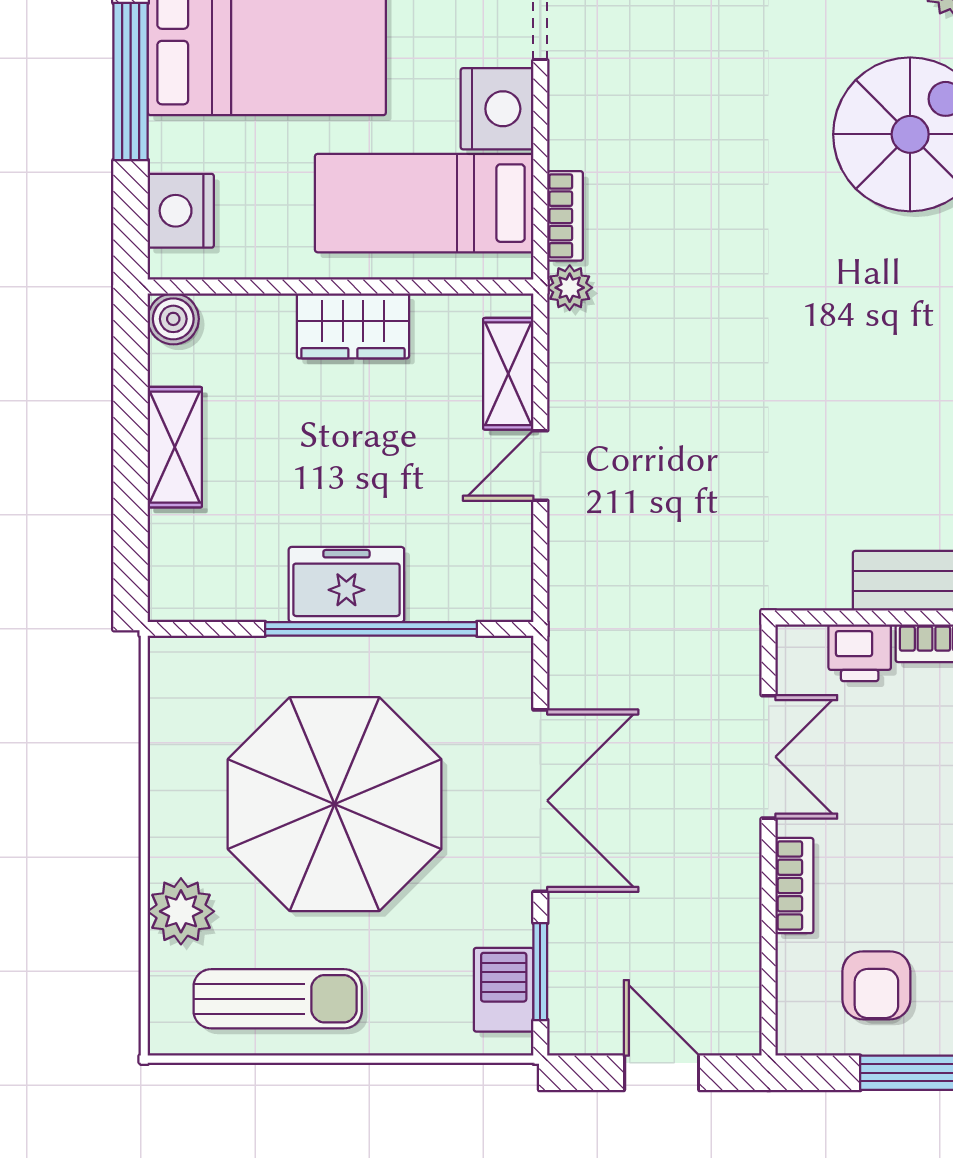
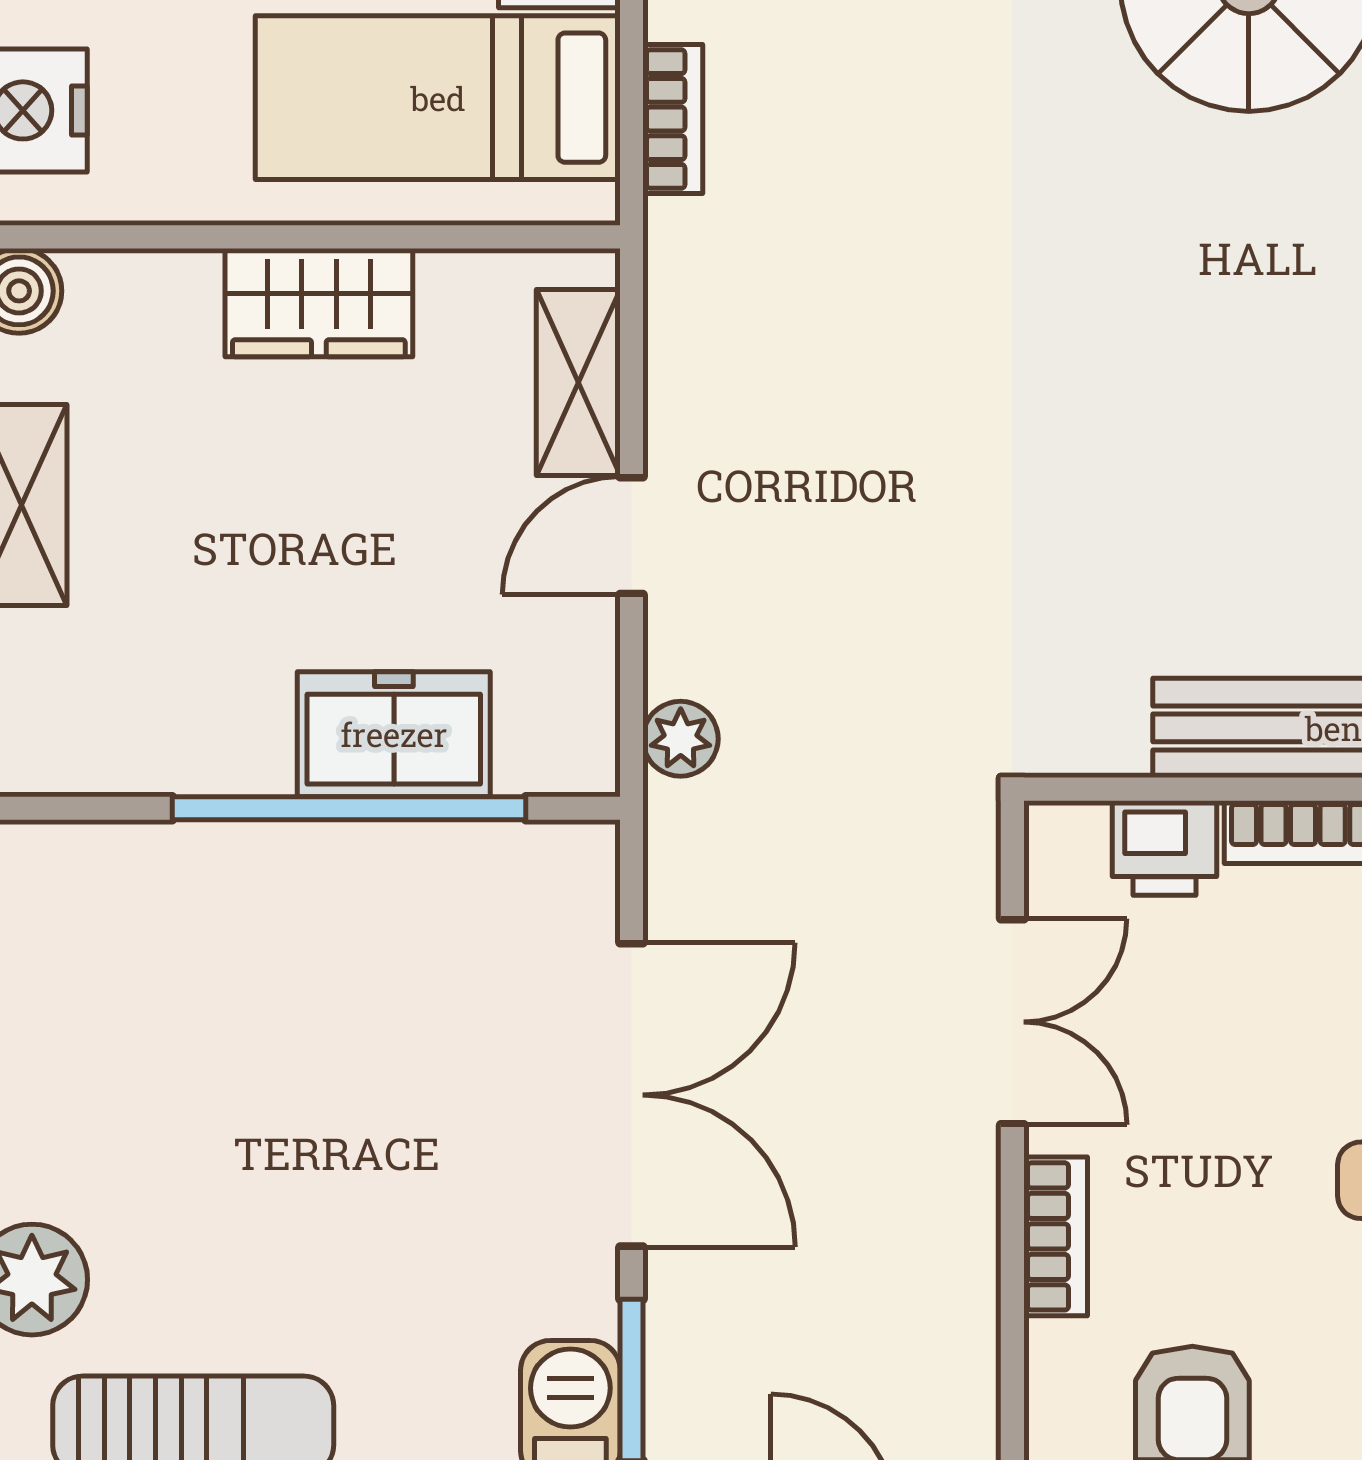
plant: (570, 288) -> (681, 739), moved
freezer: (346, 585) -> (394, 734), moved
parasol: (335, 804) -> (288, 1101), removed

